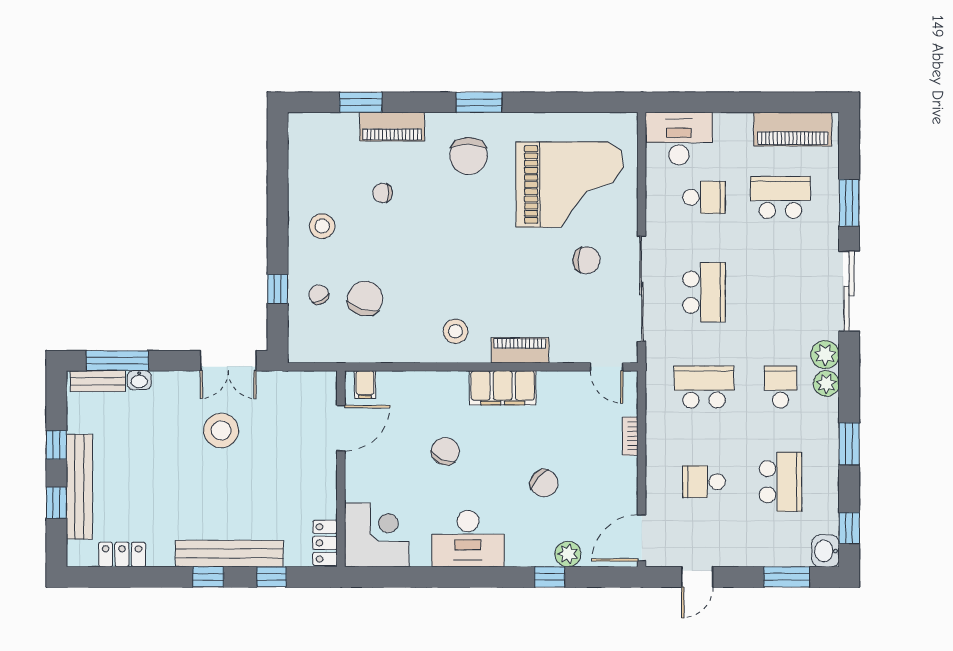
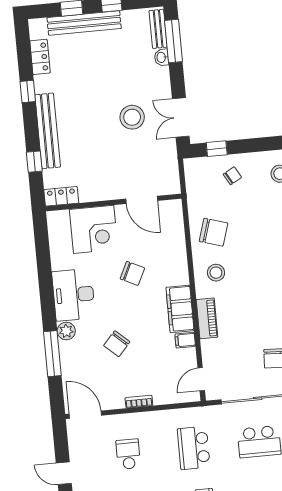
window: (278, 289) -> (217, 149), moved
chair: (365, 299) -> (213, 232), moved
filing cabinet: (365, 385) -> (185, 340), moved
school desk: (704, 387) -> (194, 448), turned 180
bookcase: (630, 436) -> (139, 402), moved
corner desk: (377, 535) -> (94, 229), moved
plant: (568, 554) -> (66, 331), moved
window: (208, 577) -> (28, 91), moved
window: (550, 577) -> (52, 354), width x2.17
door: (697, 577) -> (64, 473), moved

